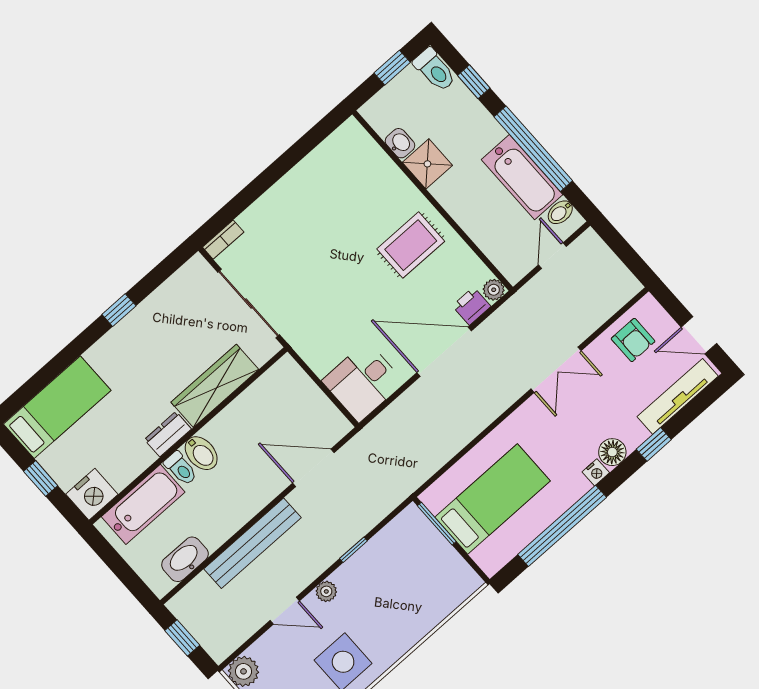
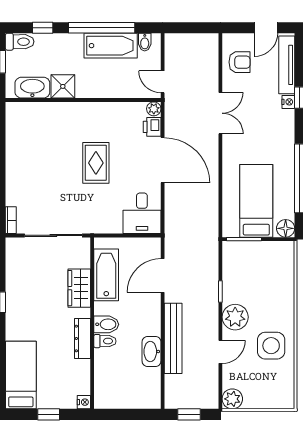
washbasin: (400, 143) -> (32, 88), width x1.91, depth x1.45
rug: (411, 245) -> (96, 163), moved
door: (552, 256) -> (163, 82), moved
door: (444, 352) -> (163, 160), swing flipped
wardrobe: (215, 386) -> (79, 288), width x0.67
dresser: (168, 434) -> (82, 338), width x1.44
floor lamp: (612, 452) -> (286, 228), moved
nightstand: (596, 472) -> (288, 102), moved
nightstand: (92, 494) -> (84, 402), width x0.53, depth x0.56
bathtub: (143, 504) -> (106, 275), moved
washbasin: (185, 559) -> (152, 351), moved
plant: (326, 591) -> (235, 317), width x1.88, depth x1.88

